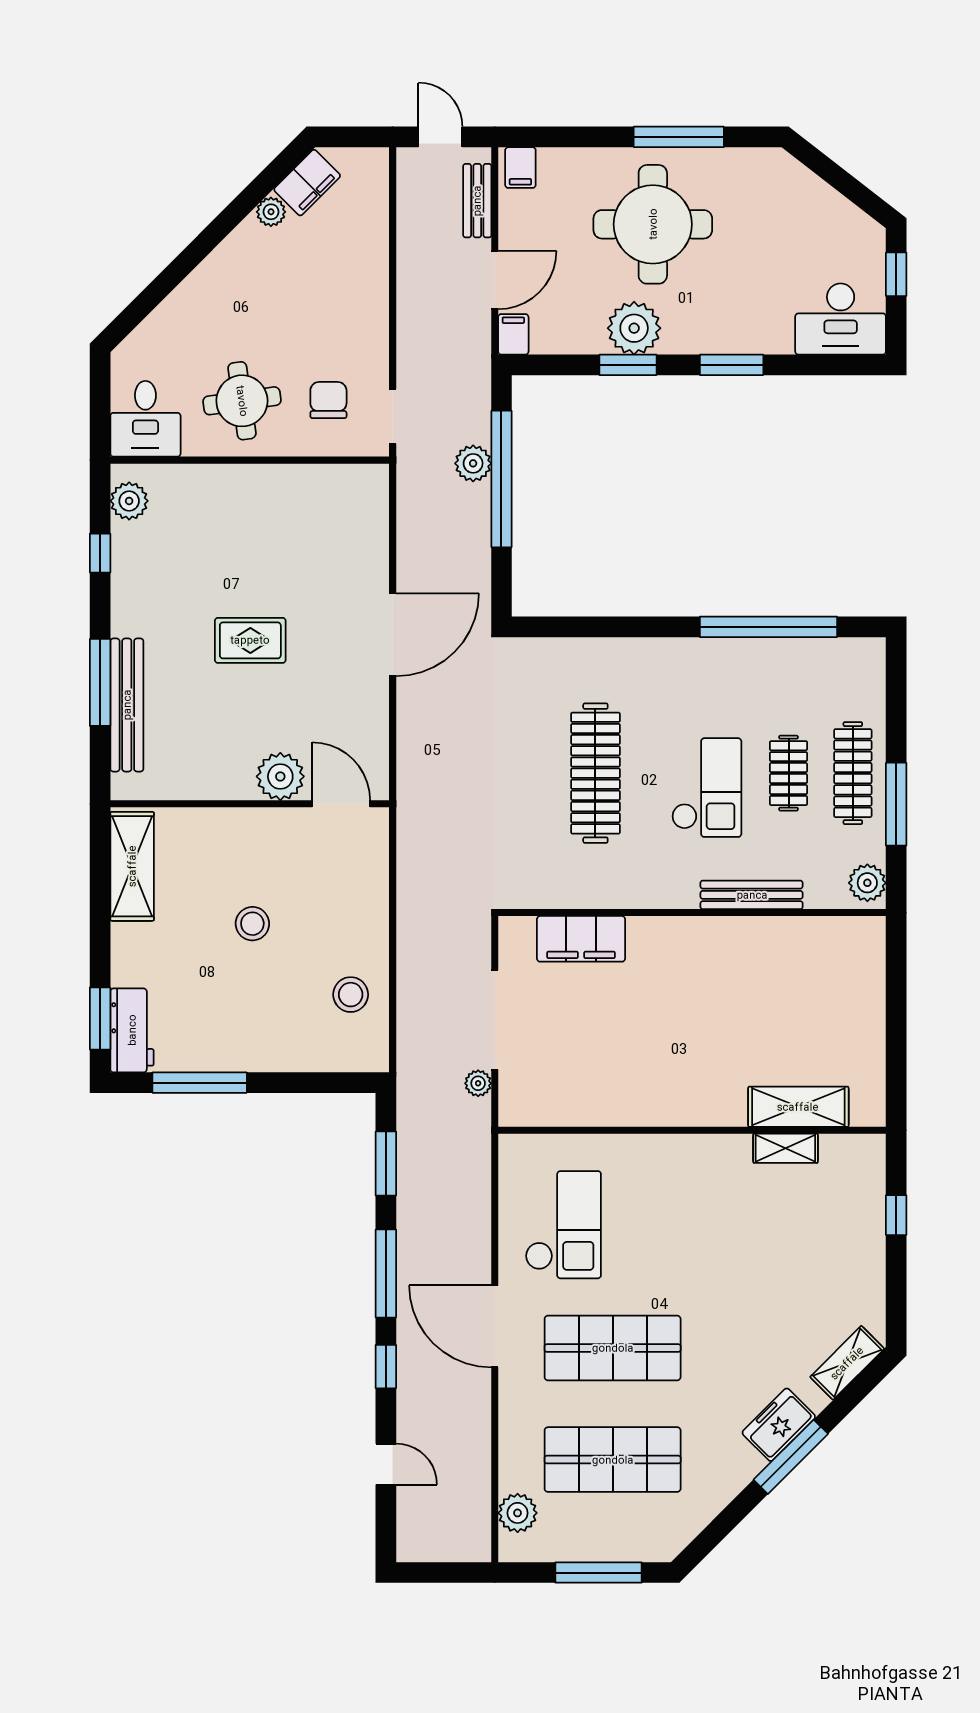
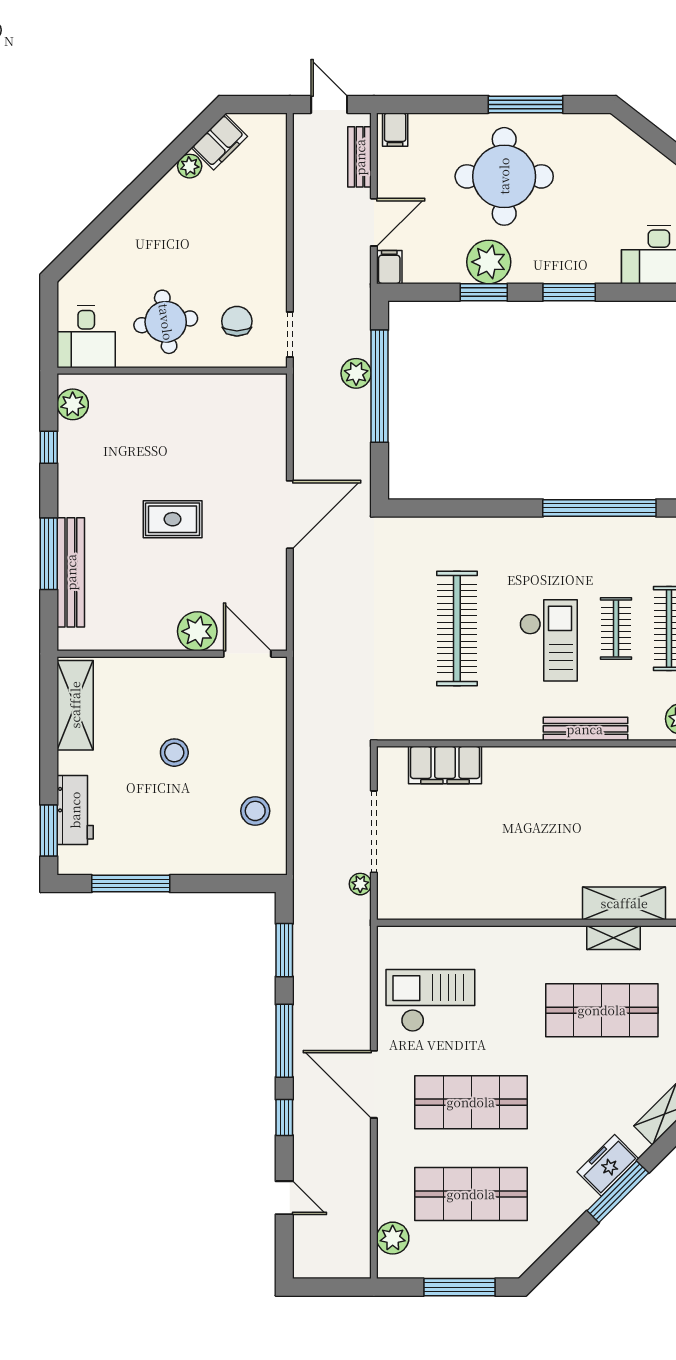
workbench: (132, 1030) -> (75, 810), moved
checkout: (563, 1225) -> (430, 1001), turned -90
shop shelf: (771, 1236) -> (602, 1010), added

